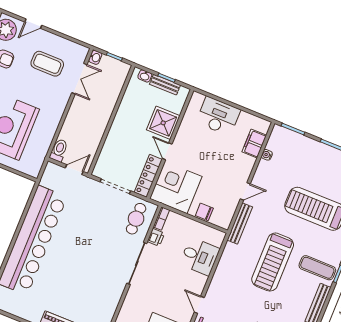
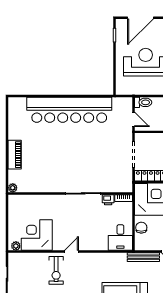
cafe table: (136, 219) -> (116, 179), removed
desk: (200, 256) -> (120, 238), moved

